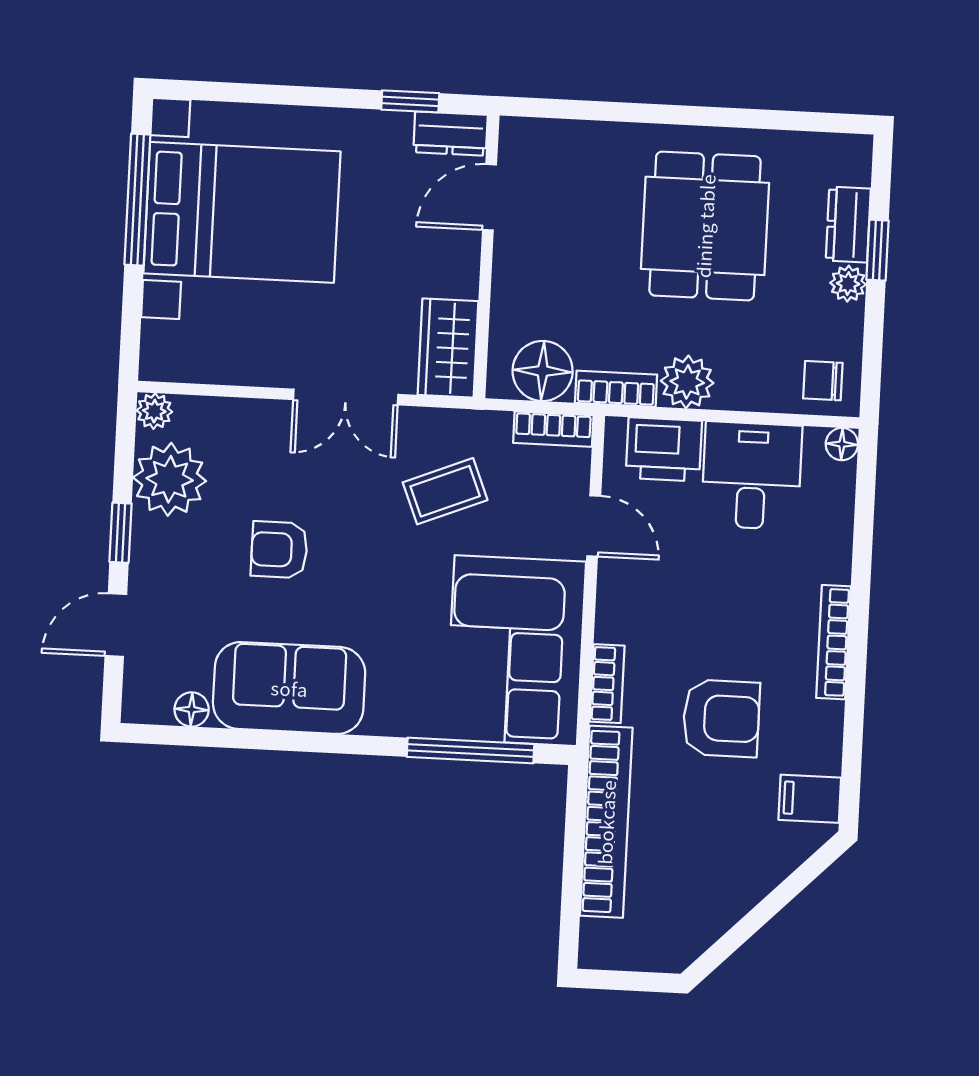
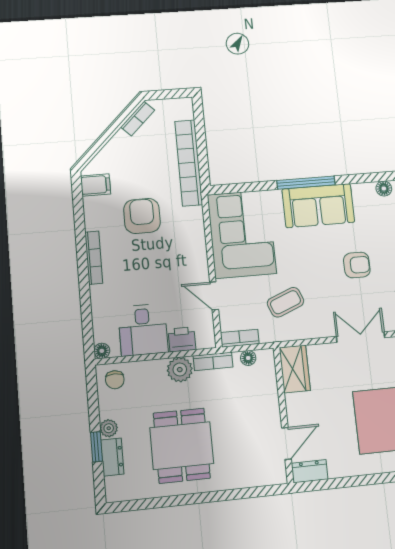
window: (410, 101) -> (331, 484), removed
floor lamp: (543, 371) -> (248, 358), width x0.53, depth x0.53
chair: (823, 381) -> (115, 380), turned 90
double door: (346, 397) -> (361, 337), moved
printer: (664, 449) -> (182, 339), width x0.73, depth x0.81
bookcase: (607, 684) -> (138, 119), moved, turned -135
sofa: (289, 688) -> (318, 206), moved
armchair: (721, 718) -> (142, 216), turned 90
window: (471, 750) -> (306, 183), moved

